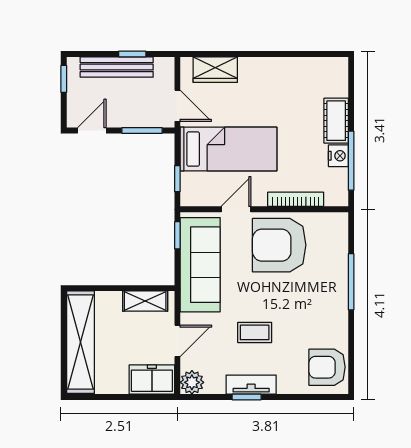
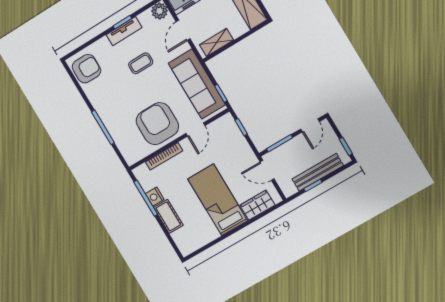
bed: (228, 149) -> (218, 200), moved, turned 90
armchair: (279, 245) -> (157, 124), turned -90

